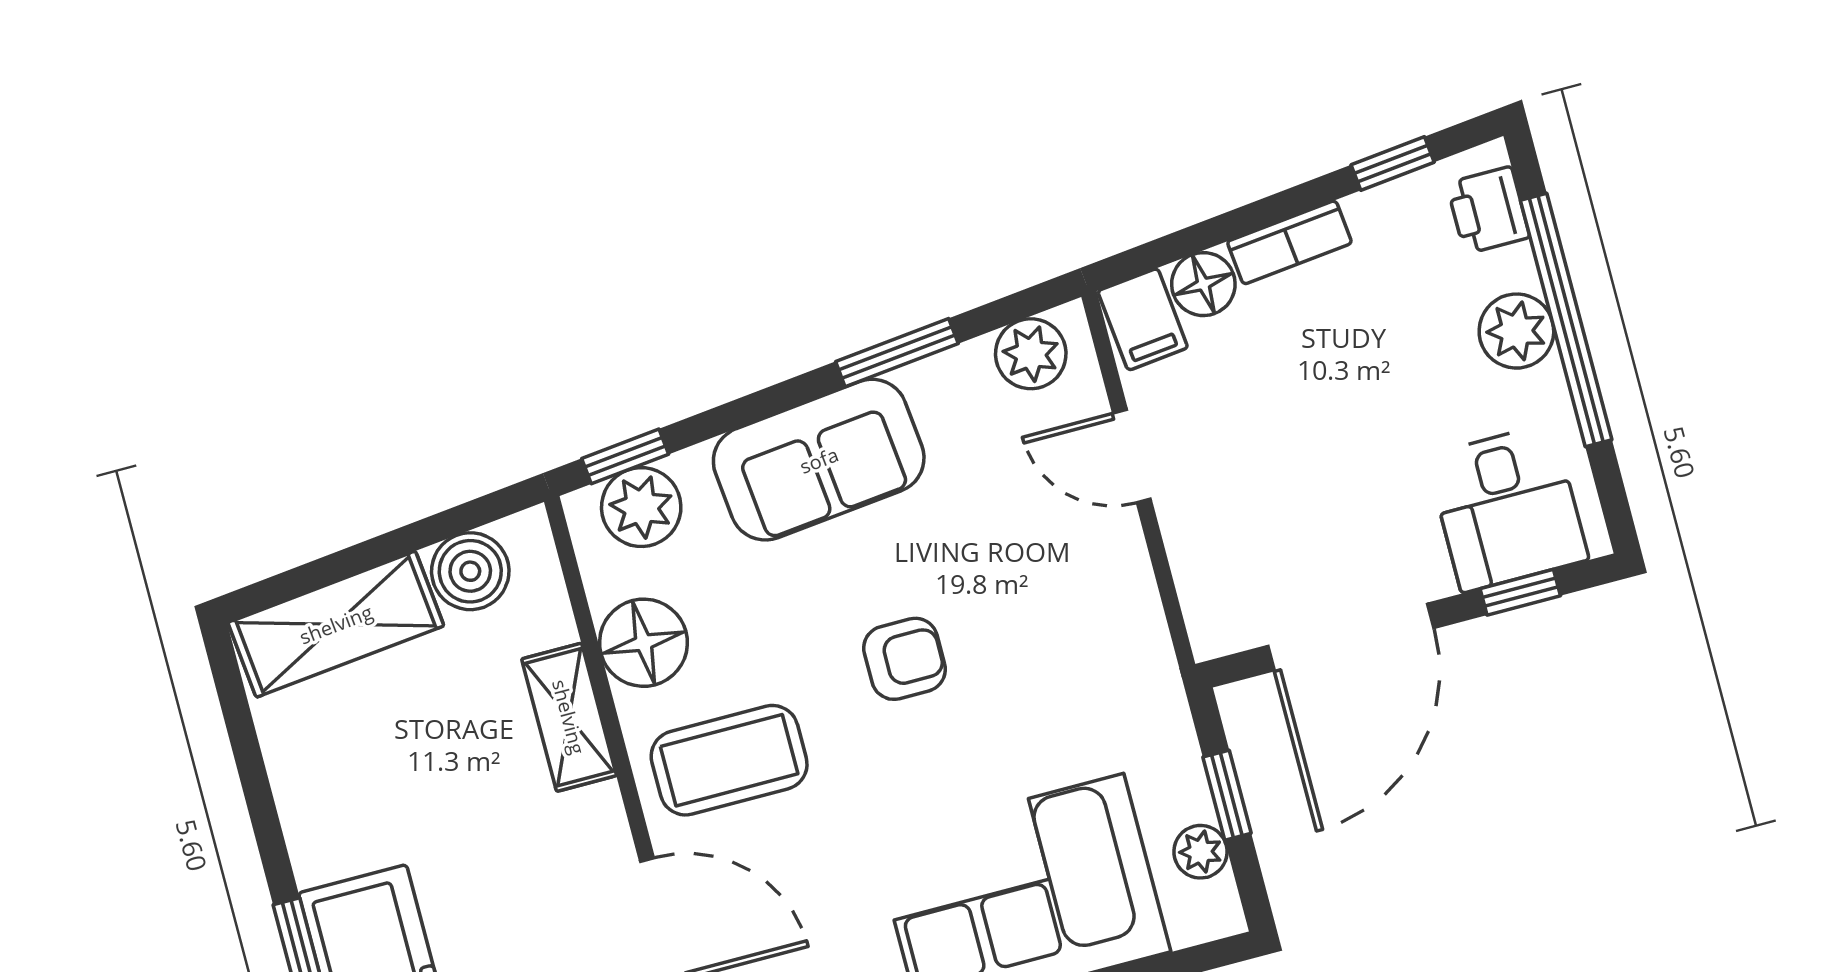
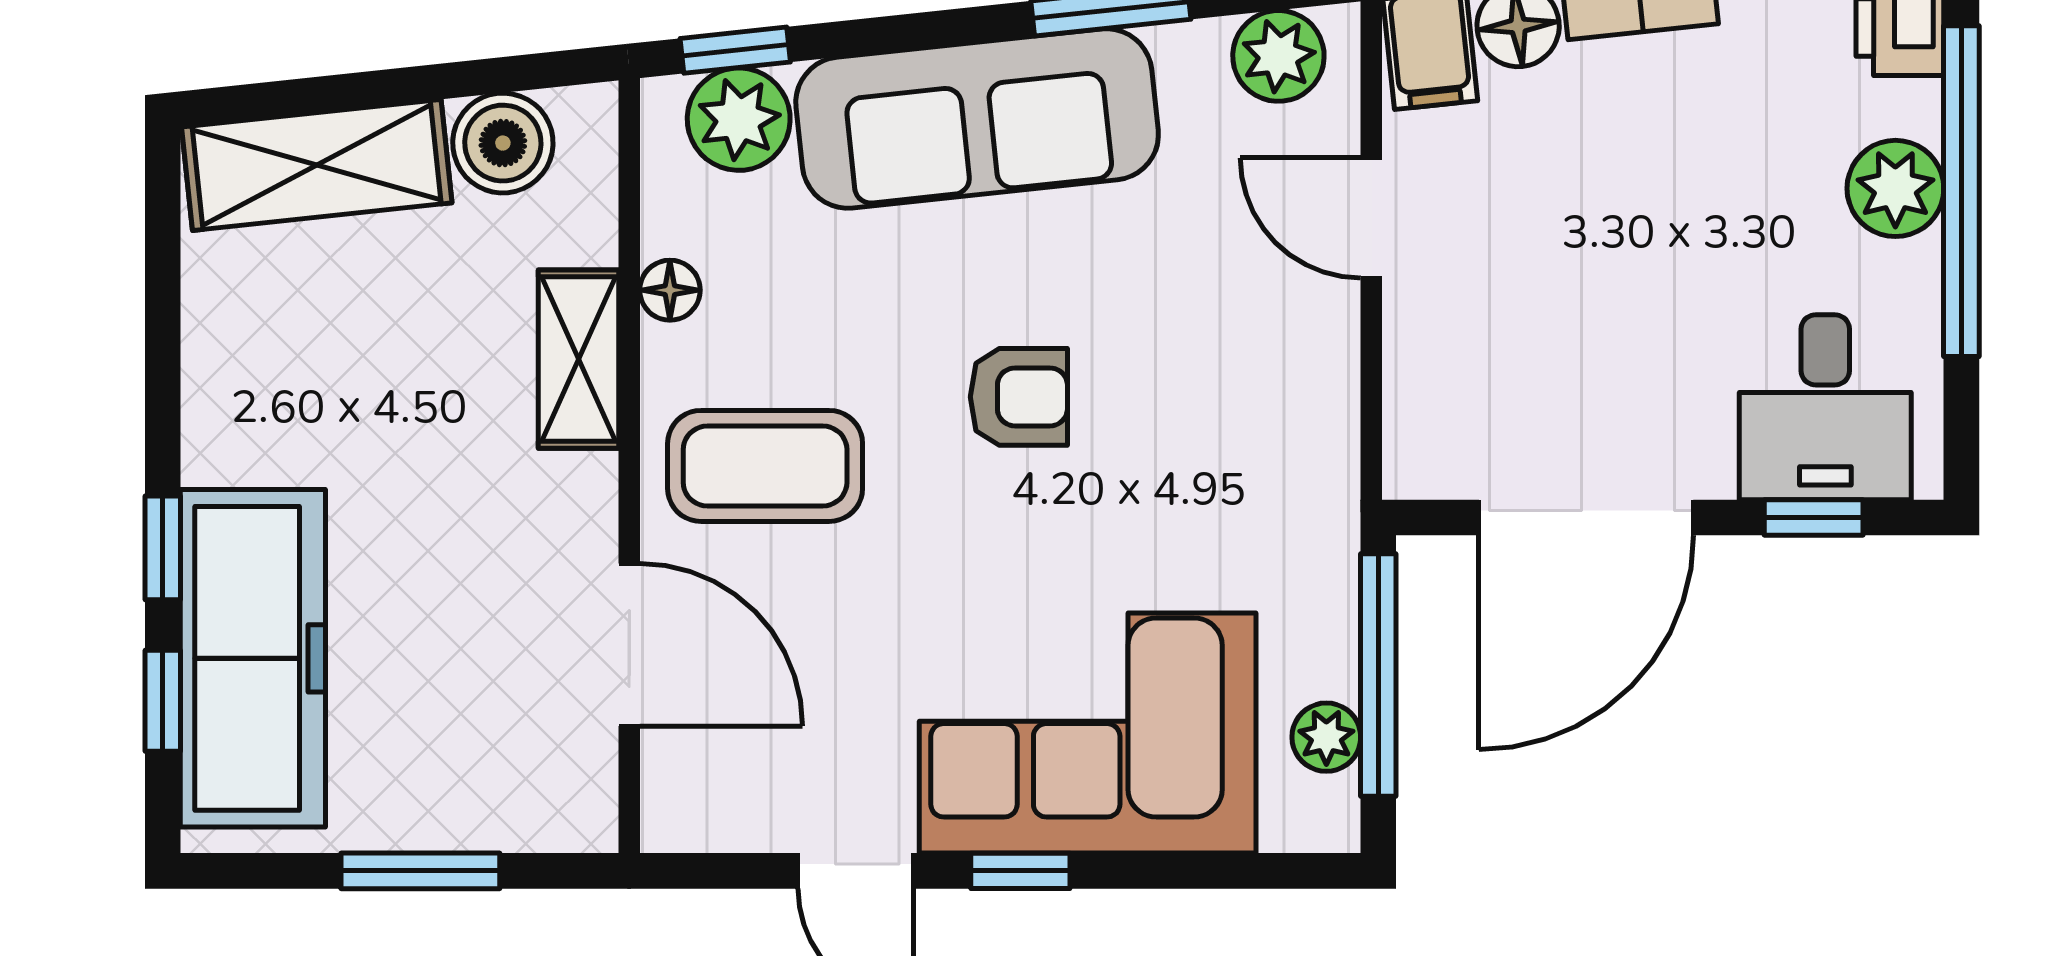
sofa: (819, 460) -> (977, 119), width x1.36
floor lamp: (644, 643) -> (670, 290), width x0.53, depth x0.53
window: (1227, 795) -> (1378, 675), width x2.17

